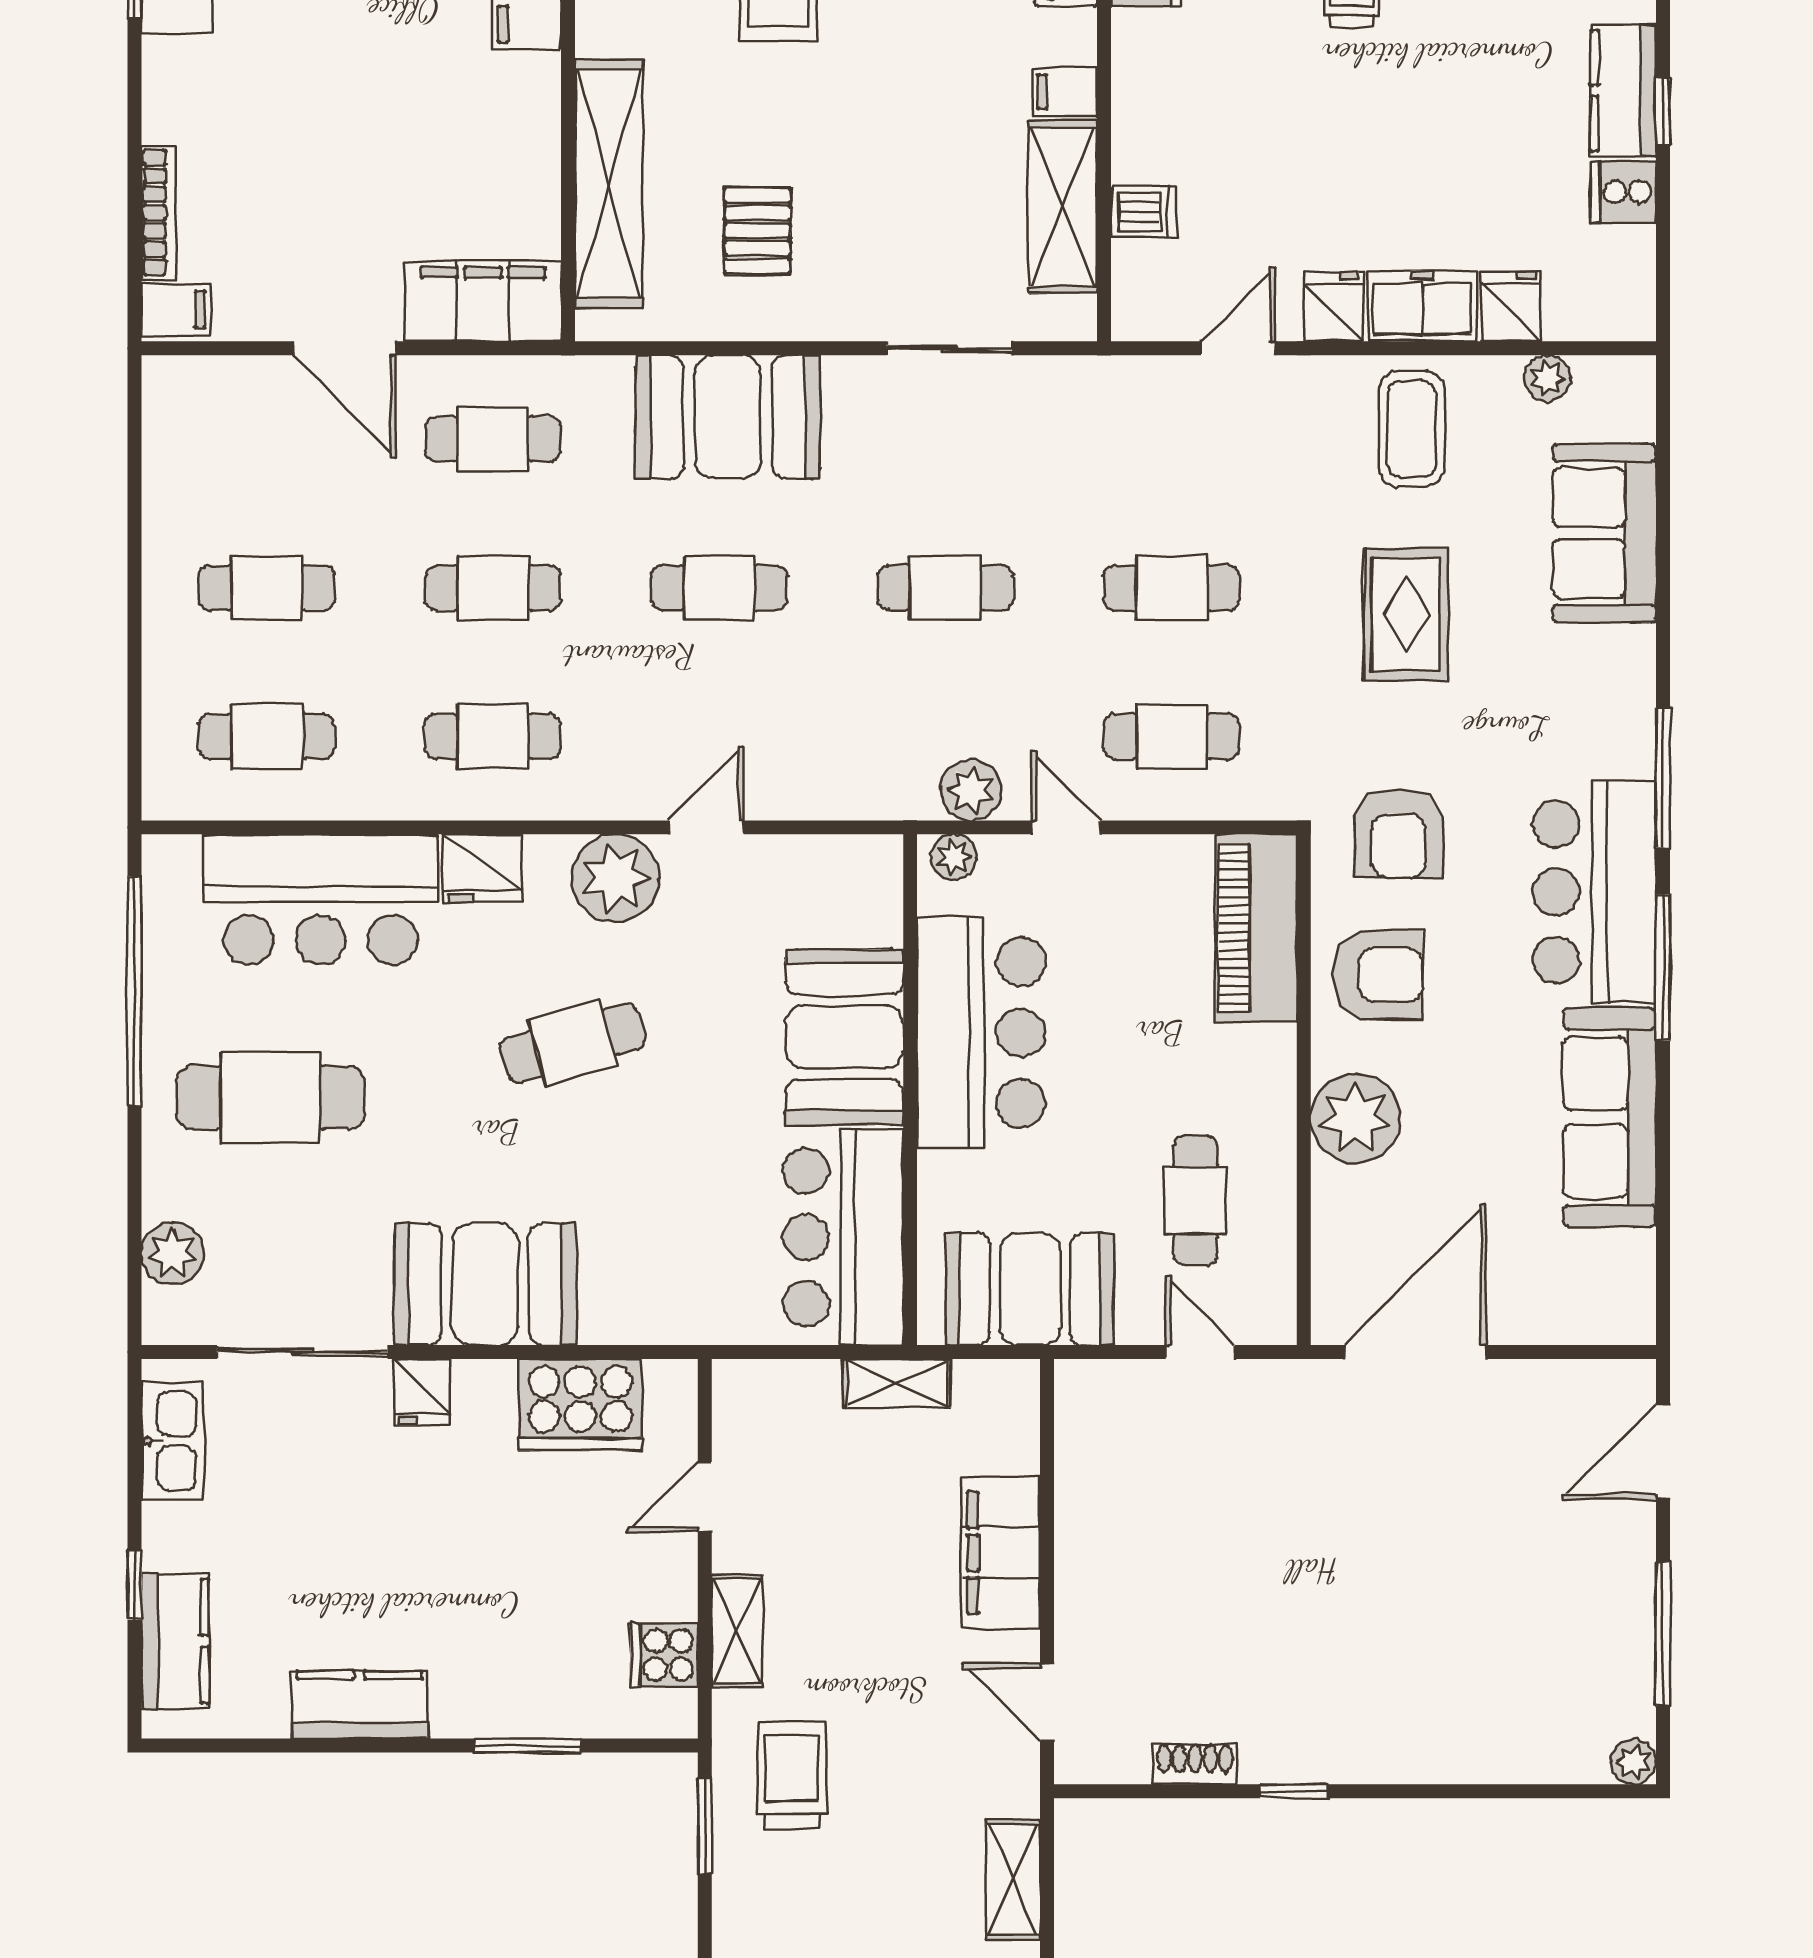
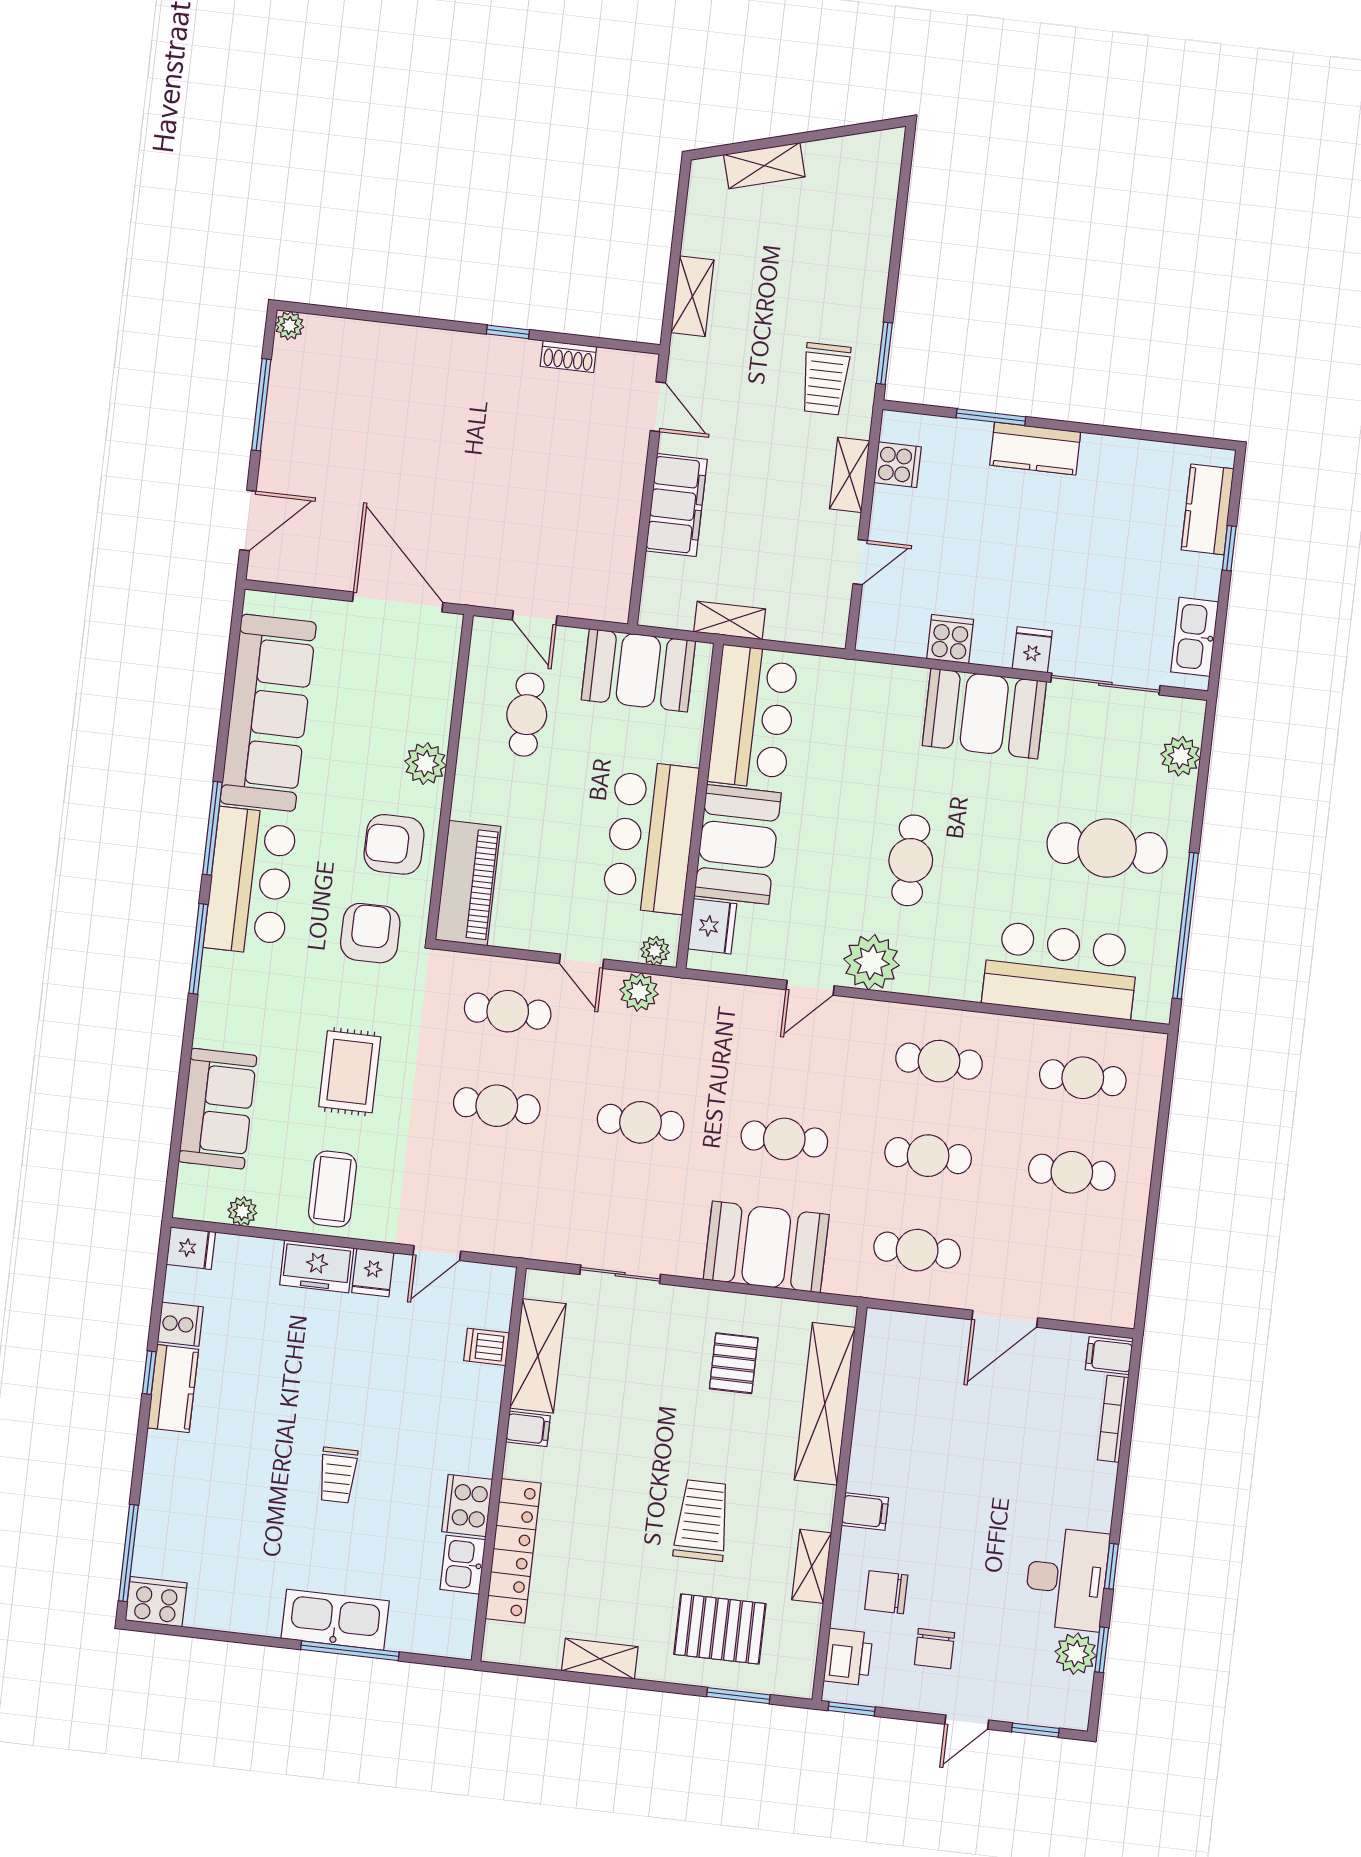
filing cabinet: (483, 301) -> (913, 1339), removed
fridge: (1511, 306) -> (191, 1248), moved, turned -90
door: (345, 348) -> (1005, 1319), swing flipped
fridge: (482, 868) -> (712, 926), moved, turned 90
cafe table: (573, 1043) -> (911, 860), turned -74
sofa: (1610, 1117) -> (268, 713), width x1.36, depth x1.27
plant: (1355, 1118) -> (426, 764), width x0.73, depth x0.73
door: (1416, 1352) -> (398, 602), swing flipped
cooker: (580, 1405) -> (950, 639), width x0.53, depth x0.76
kitchen counter: (360, 1705) -> (1035, 449), moved

